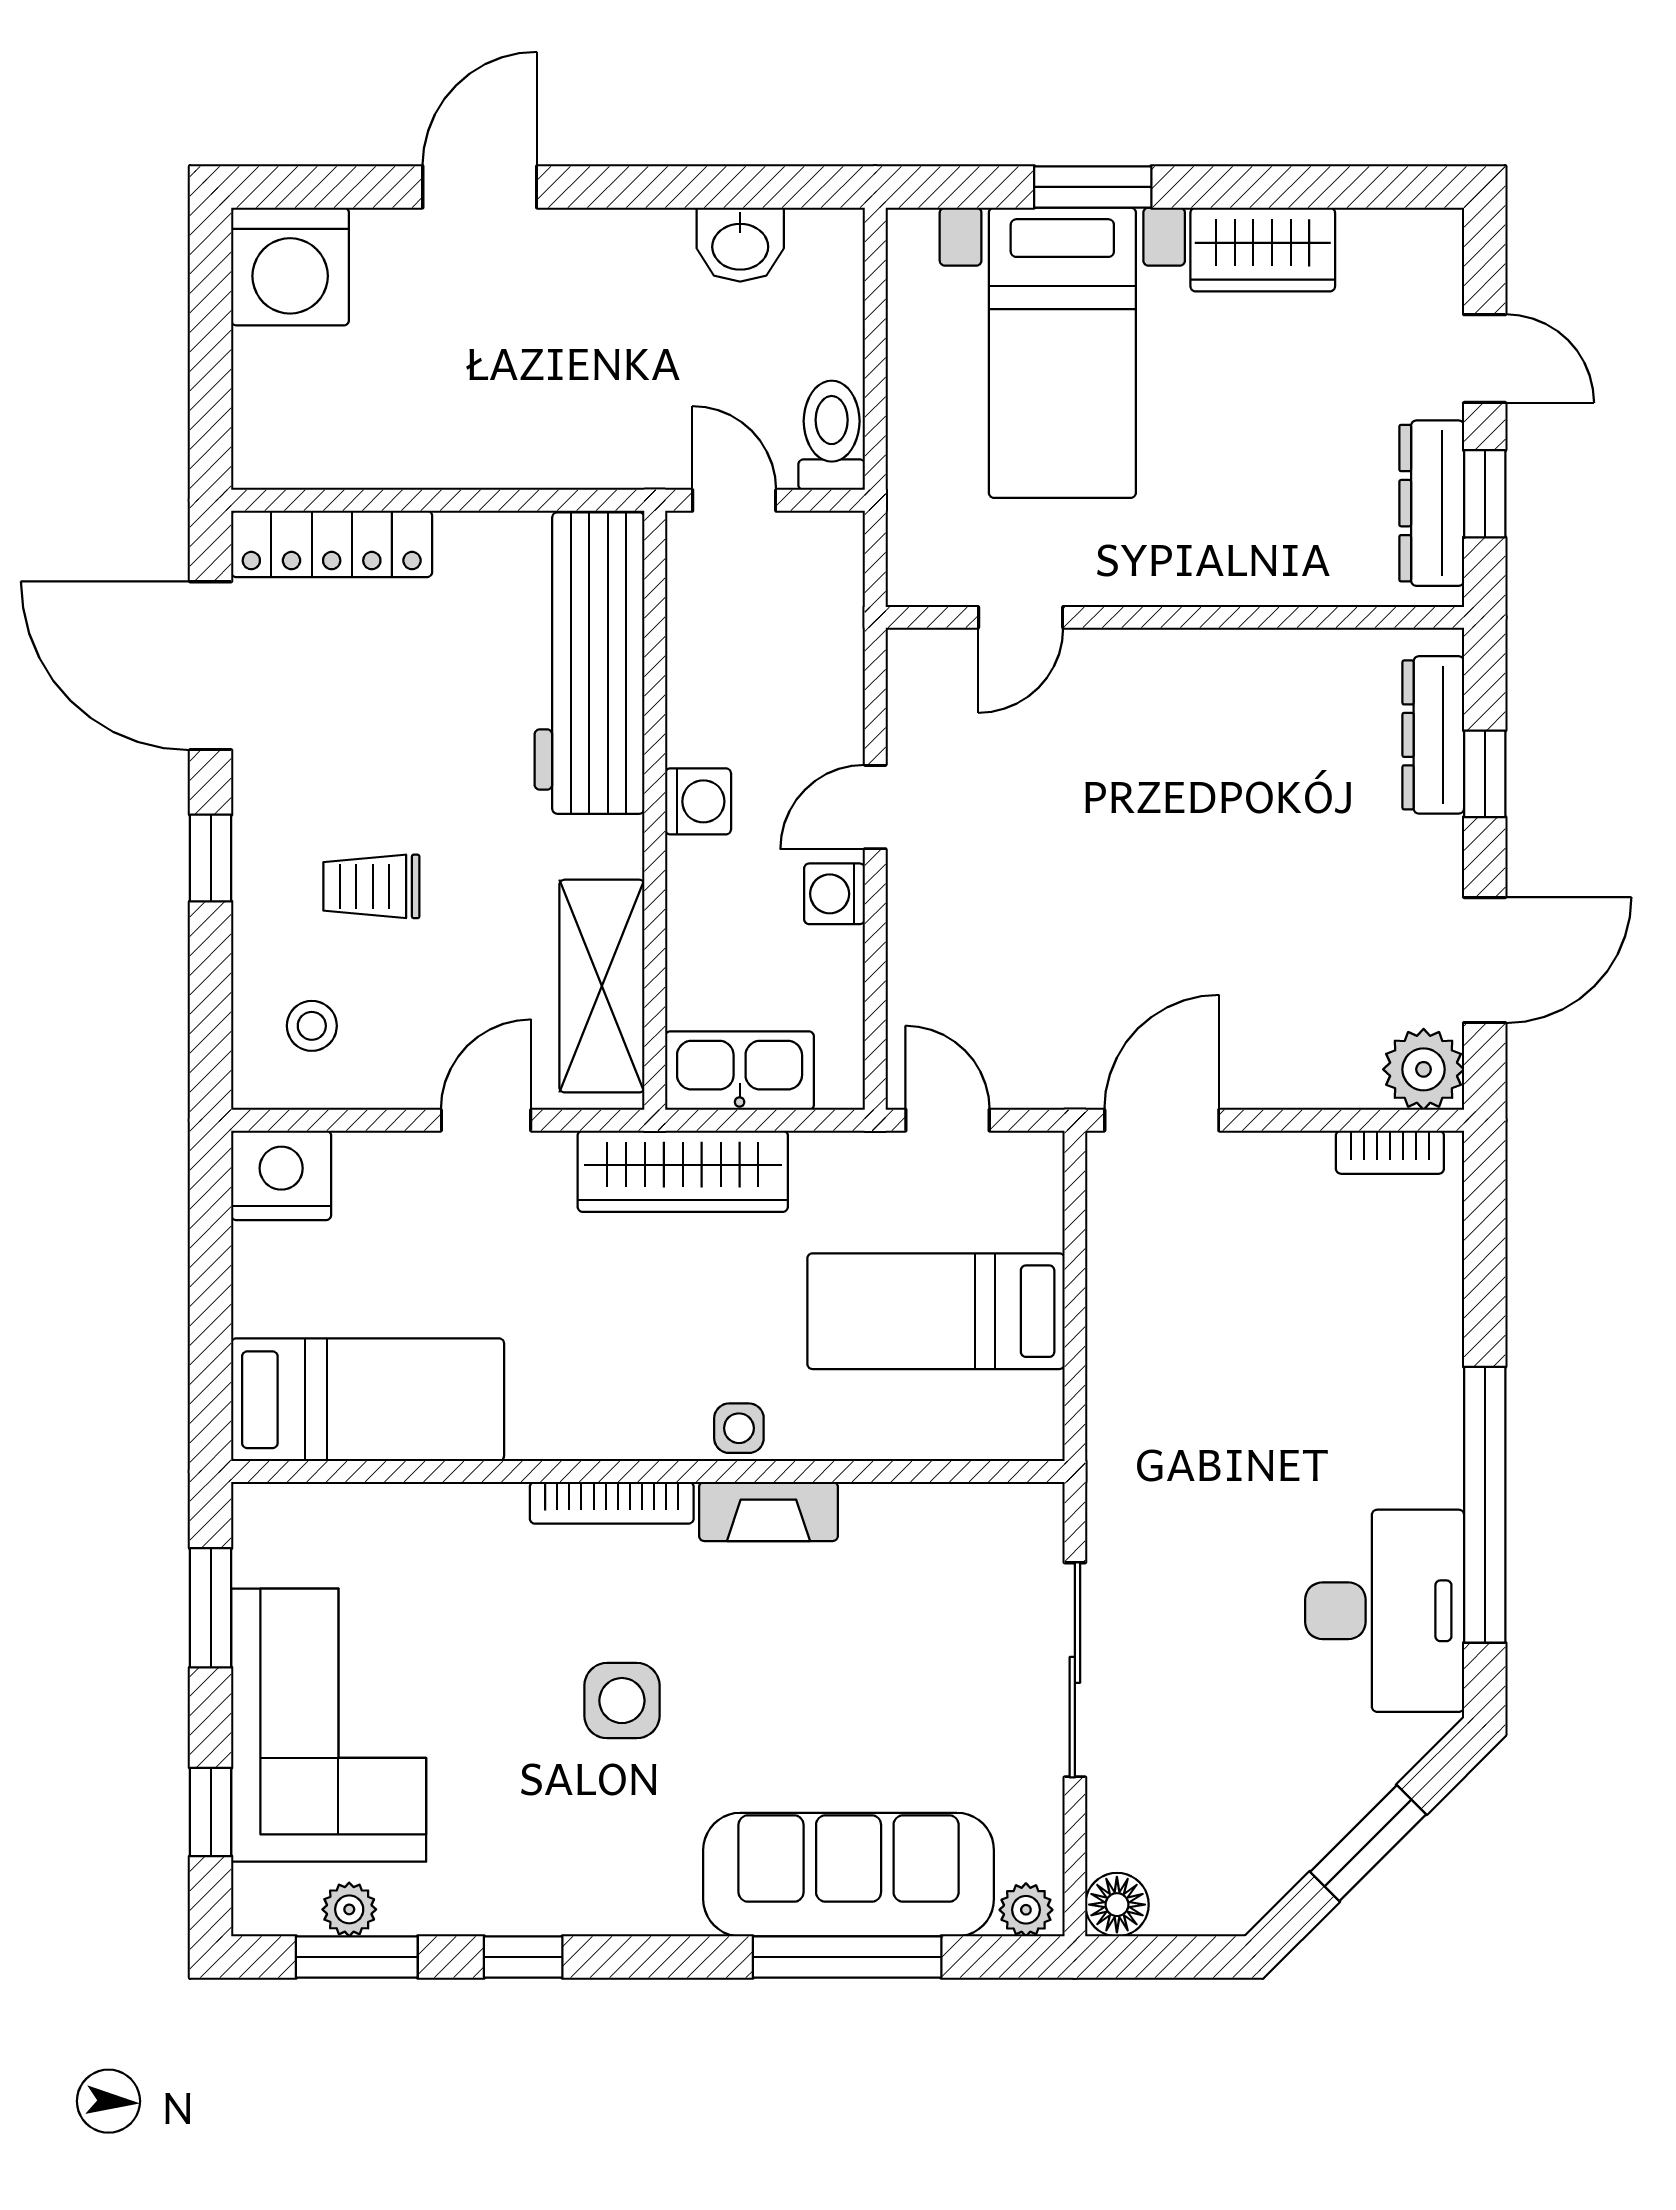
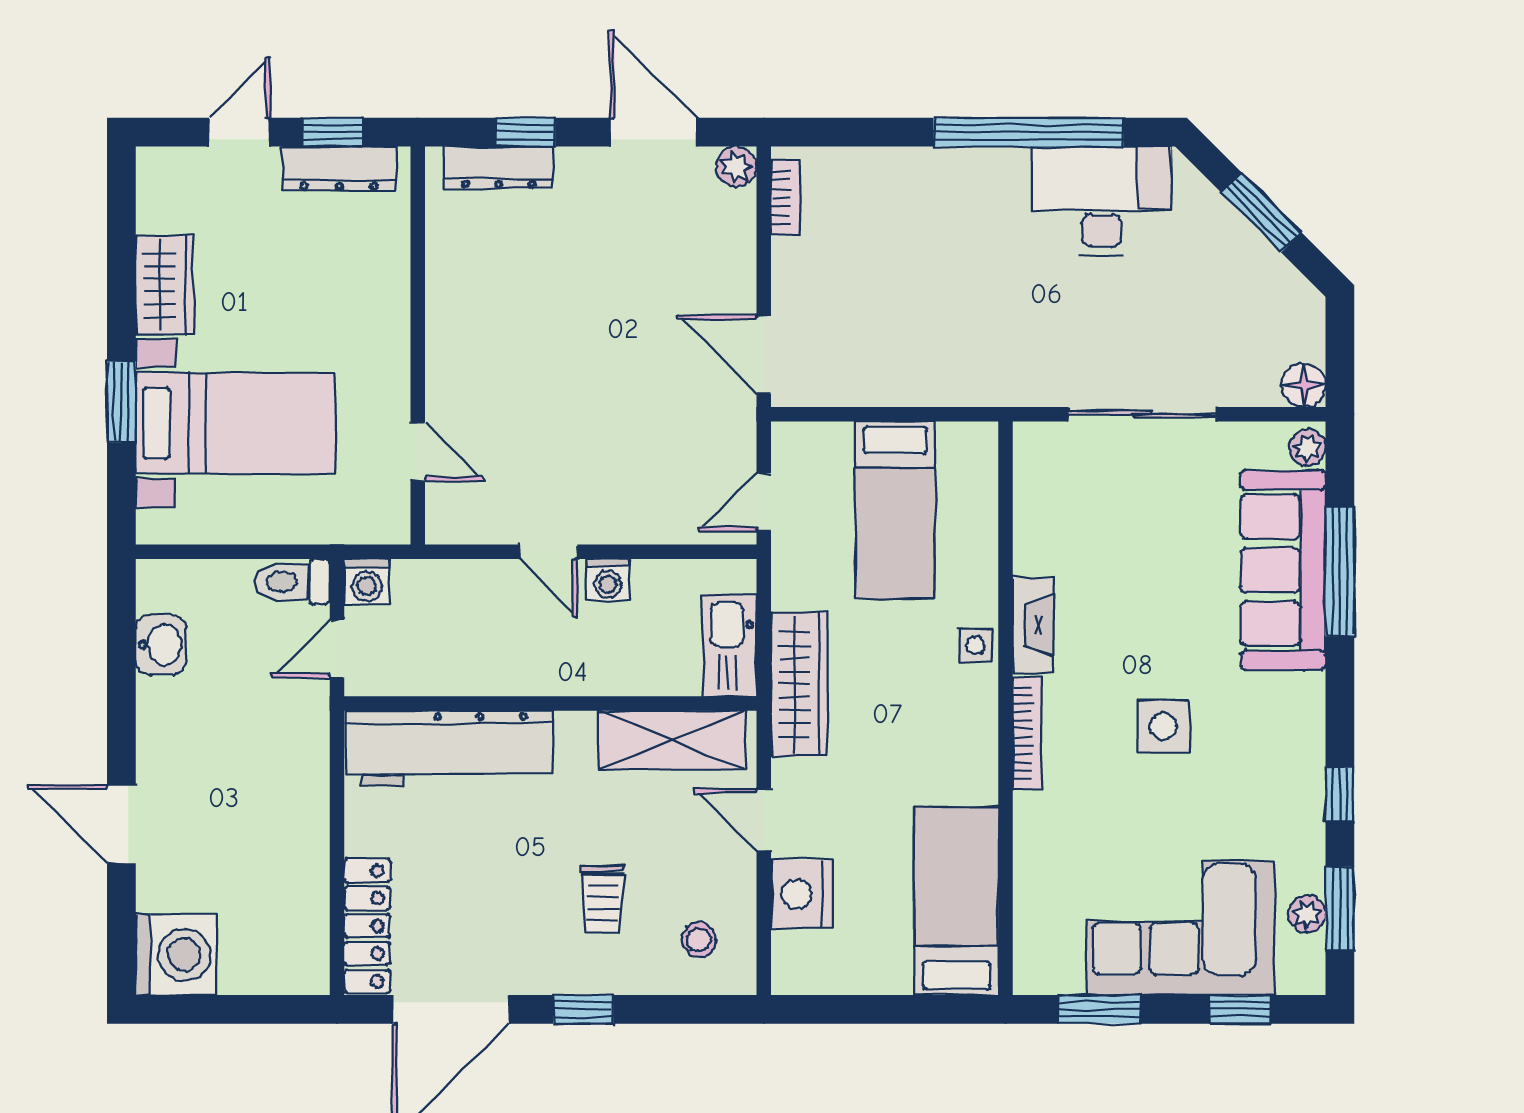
washing machine: (698, 801) -> (367, 582), moved, turned 180
plant: (1424, 1069) -> (736, 167), width x0.73, depth x0.73
nightstand: (281, 1175) -> (802, 894), moved

